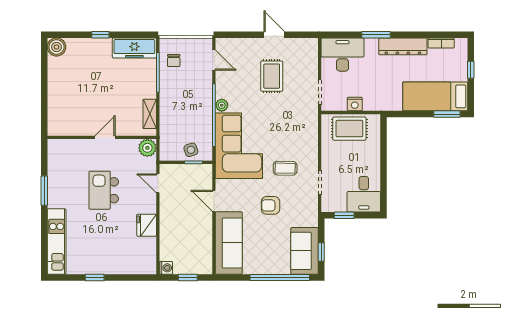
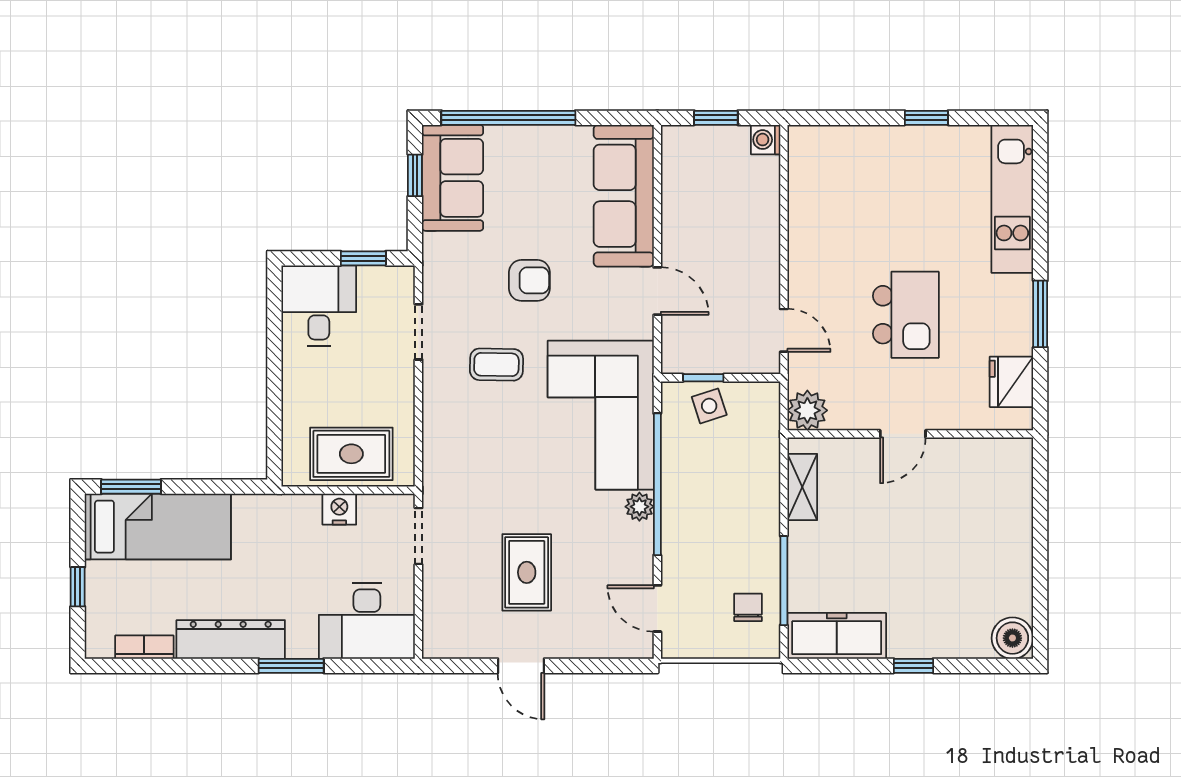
fridge: (147, 225) -> (1011, 382), moved, turned 180

